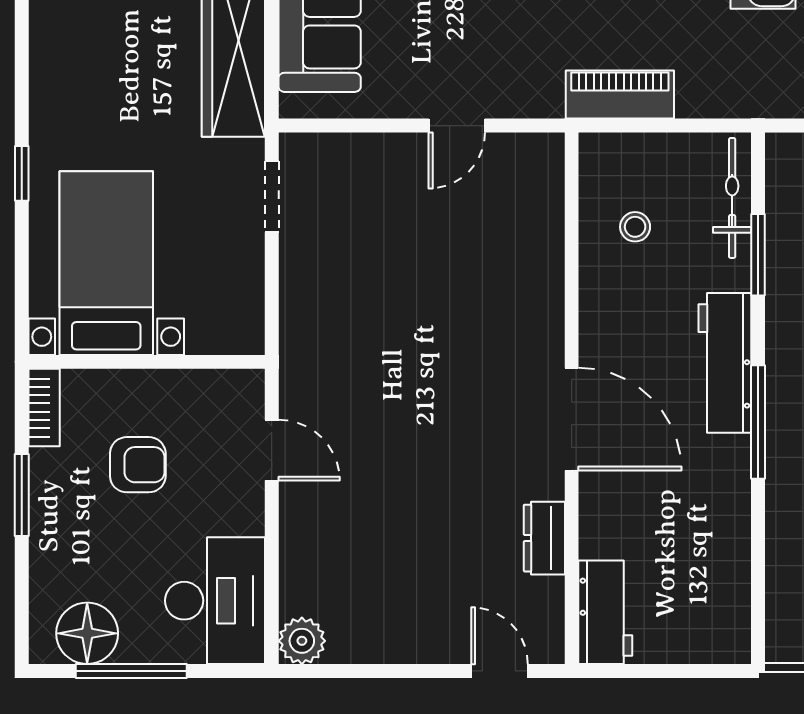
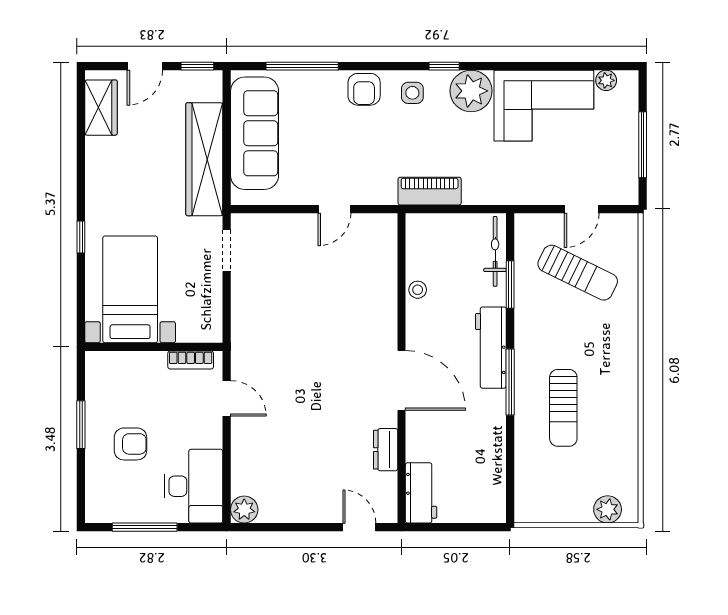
stool: (635, 227) -> (418, 290), moved
bookcase: (44, 408) -> (191, 360), moved, turned 90
armchair: (138, 465) -> (130, 444), moved
floor lamp: (87, 633) -> (119, 505), removed

